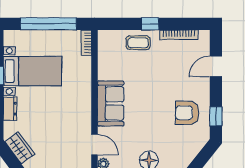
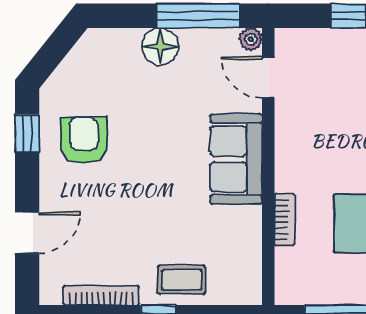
bookcase: (86, 43) -> (285, 220), moved
armchair: (187, 113) -> (84, 140), turned -90

